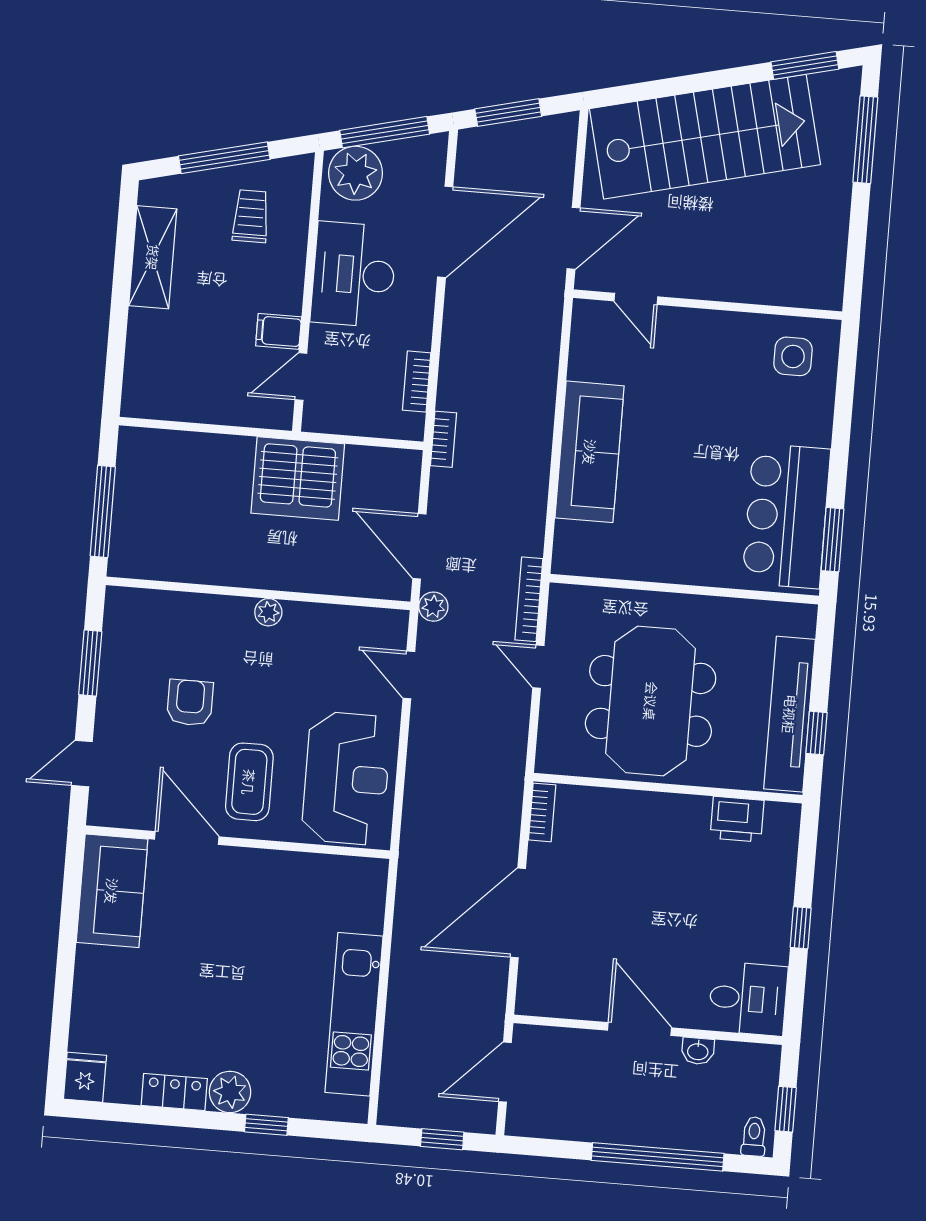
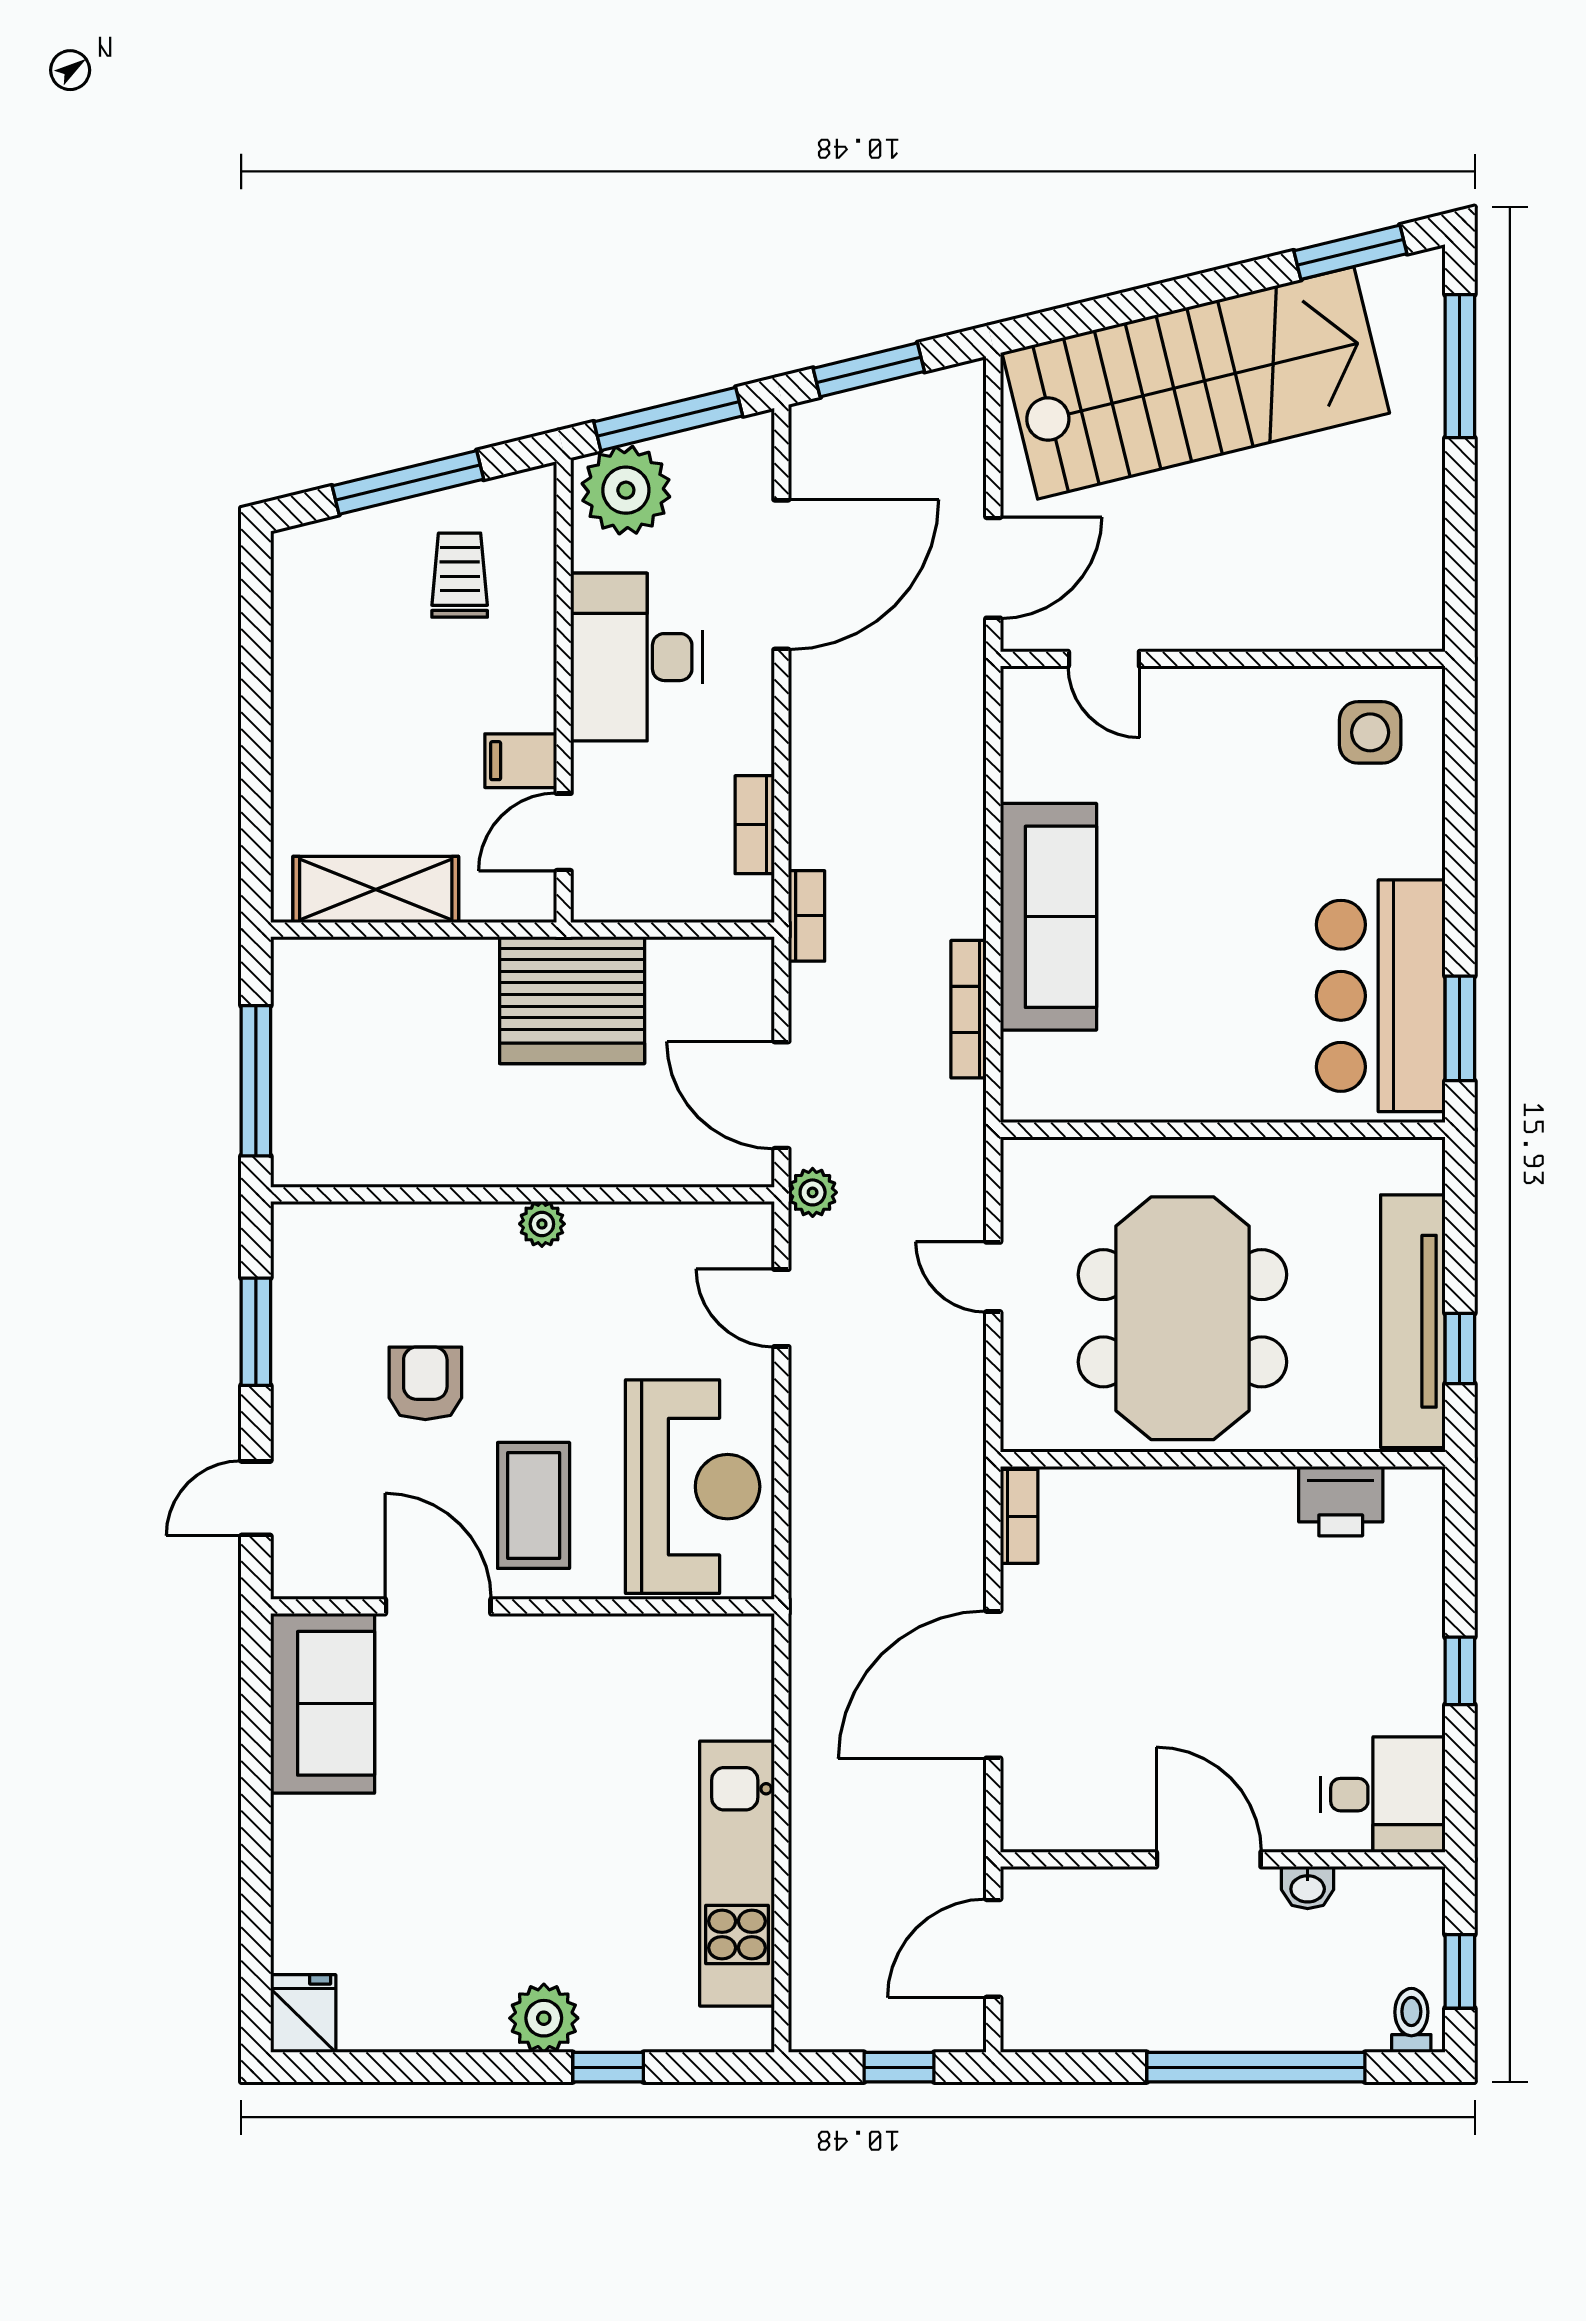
shelving: (153, 257) -> (376, 889), moved, turned 90
bookcase: (529, 599) -> (969, 1009), moved
locker: (174, 1092) -> (452, 2026), removed

